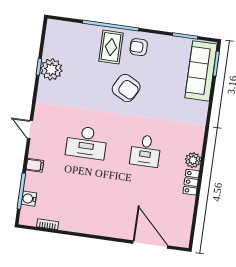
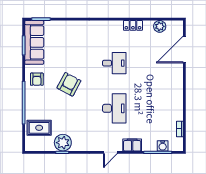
rug: (111, 47) -> (39, 128), moved
sofa: (201, 71) -> (34, 42), moved, turned -90
plant: (193, 160) -> (160, 26), moved
filing cabinet: (35, 165) -> (132, 145), width x2.00

